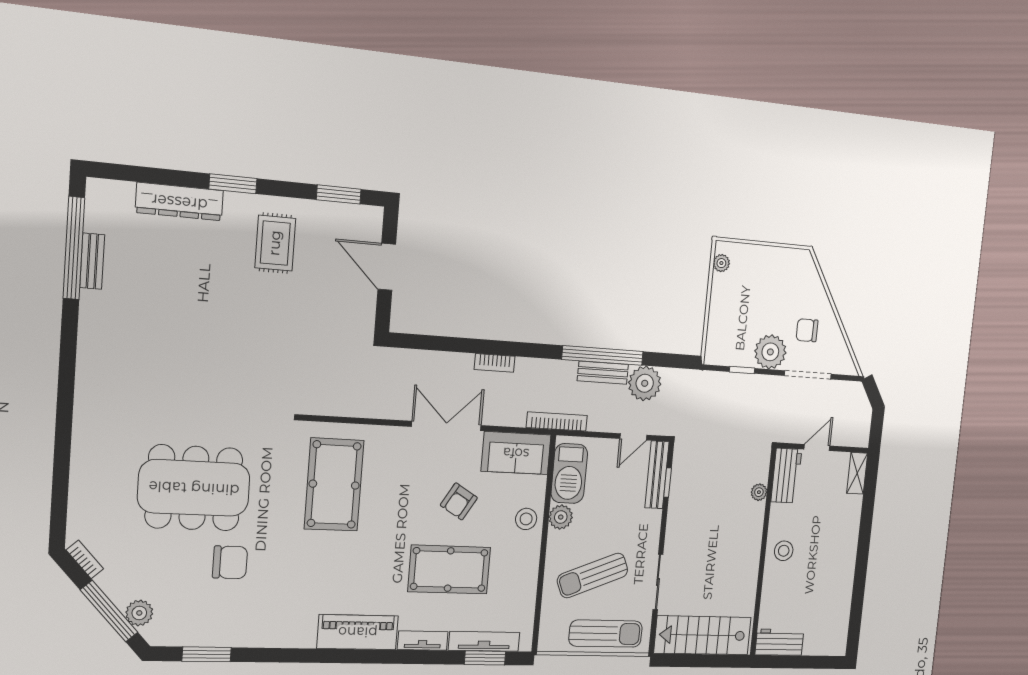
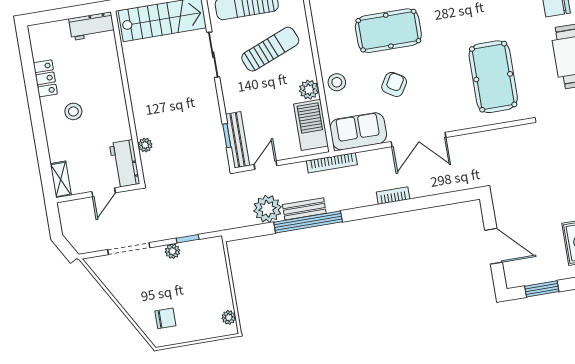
chair: (807, 330) -> (165, 318), moved
plant: (770, 352) -> (172, 251), width x0.53, depth x0.53
stool: (784, 551) -> (73, 111), moved
locker: (843, 592) -> (45, 78), added

